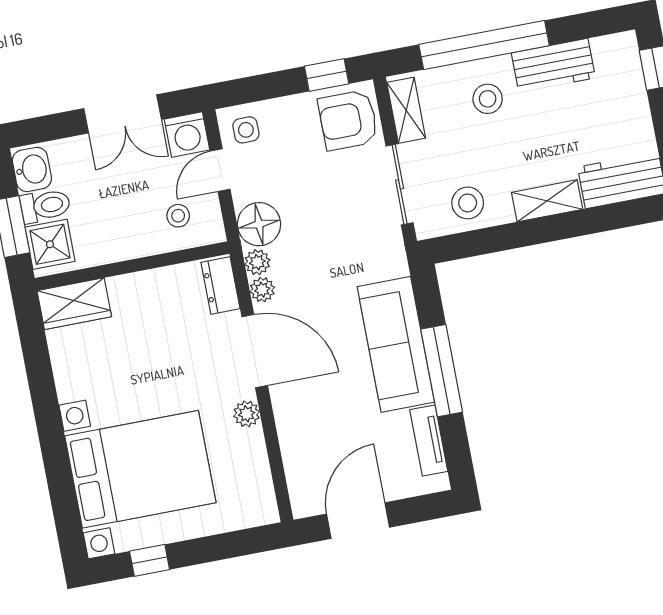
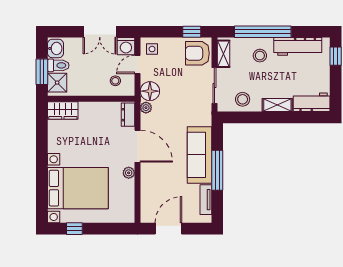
workbench: (553, 65) -> (298, 46), width x1.38
plant: (262, 290) -> (146, 120), removed

